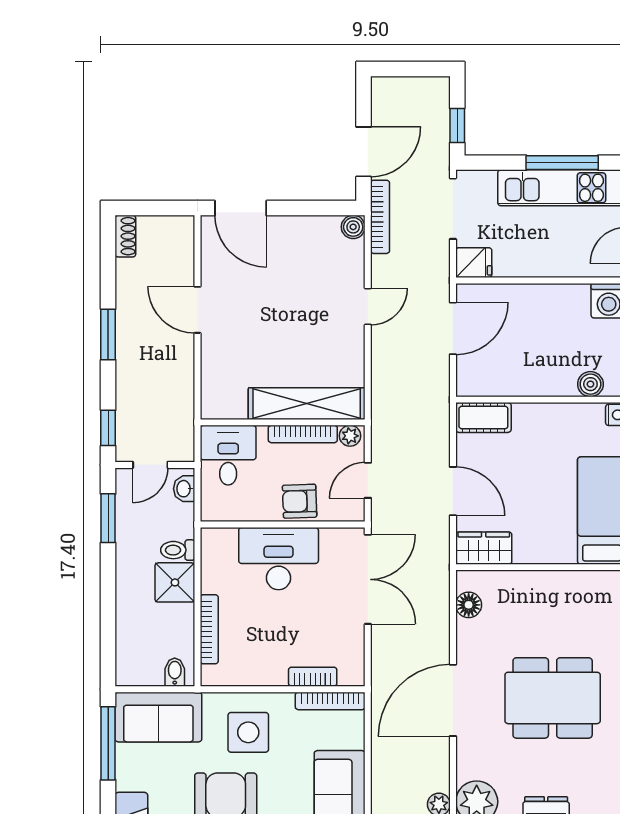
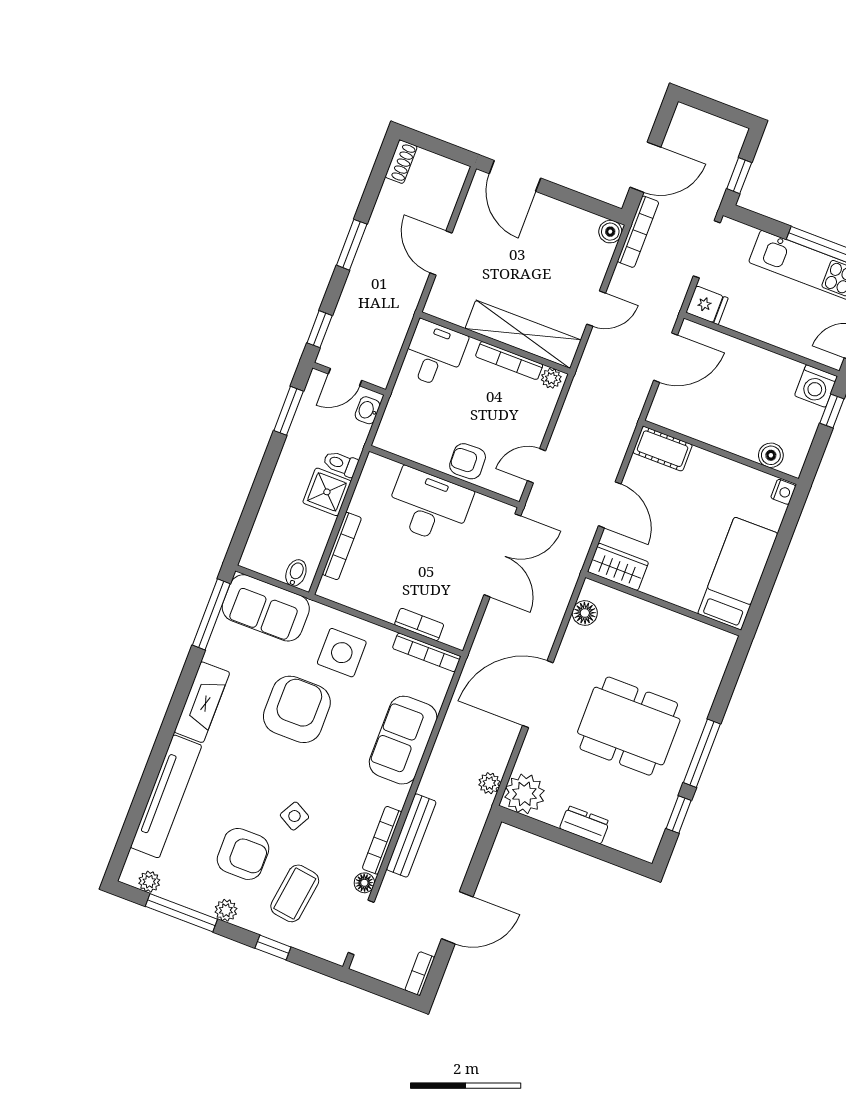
shelving: (307, 404) -> (523, 334), moved
wall: (283, 422) -> (495, 343), moved
bookcase: (303, 434) -> (509, 361), moved
plant: (350, 436) -> (551, 378), moved
desk: (228, 455) -> (434, 354), moved

